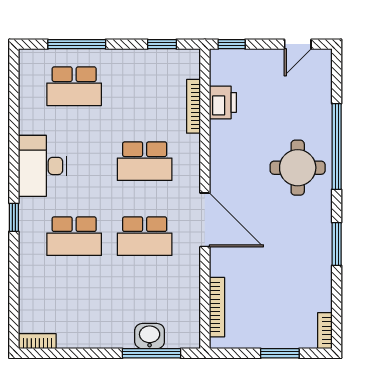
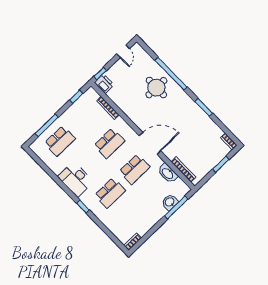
printer: (223, 102) -> (104, 84), moved
round table: (298, 168) -> (156, 88), moved
washbasin: (188, 290) -> (168, 173), added

